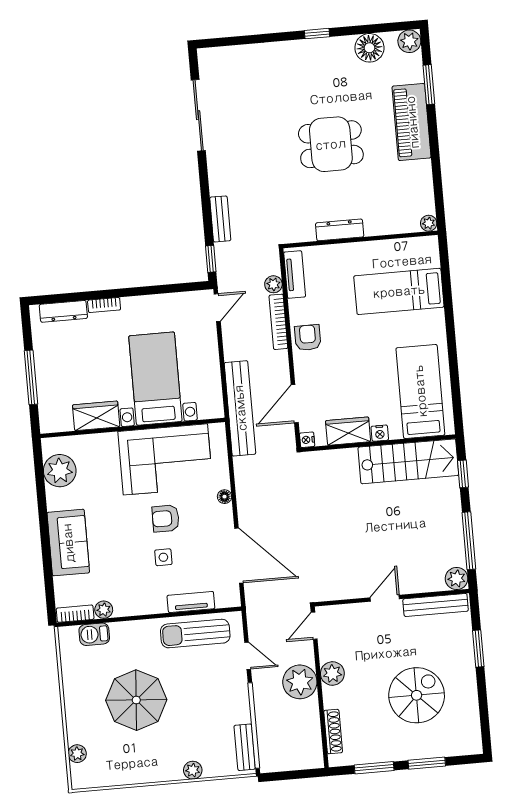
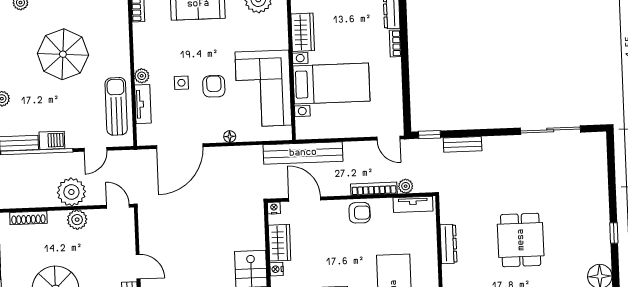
plant: (104, 610) -> (142, 76), moved
barbecue: (94, 634) -> (52, 140), moved, turned 90

